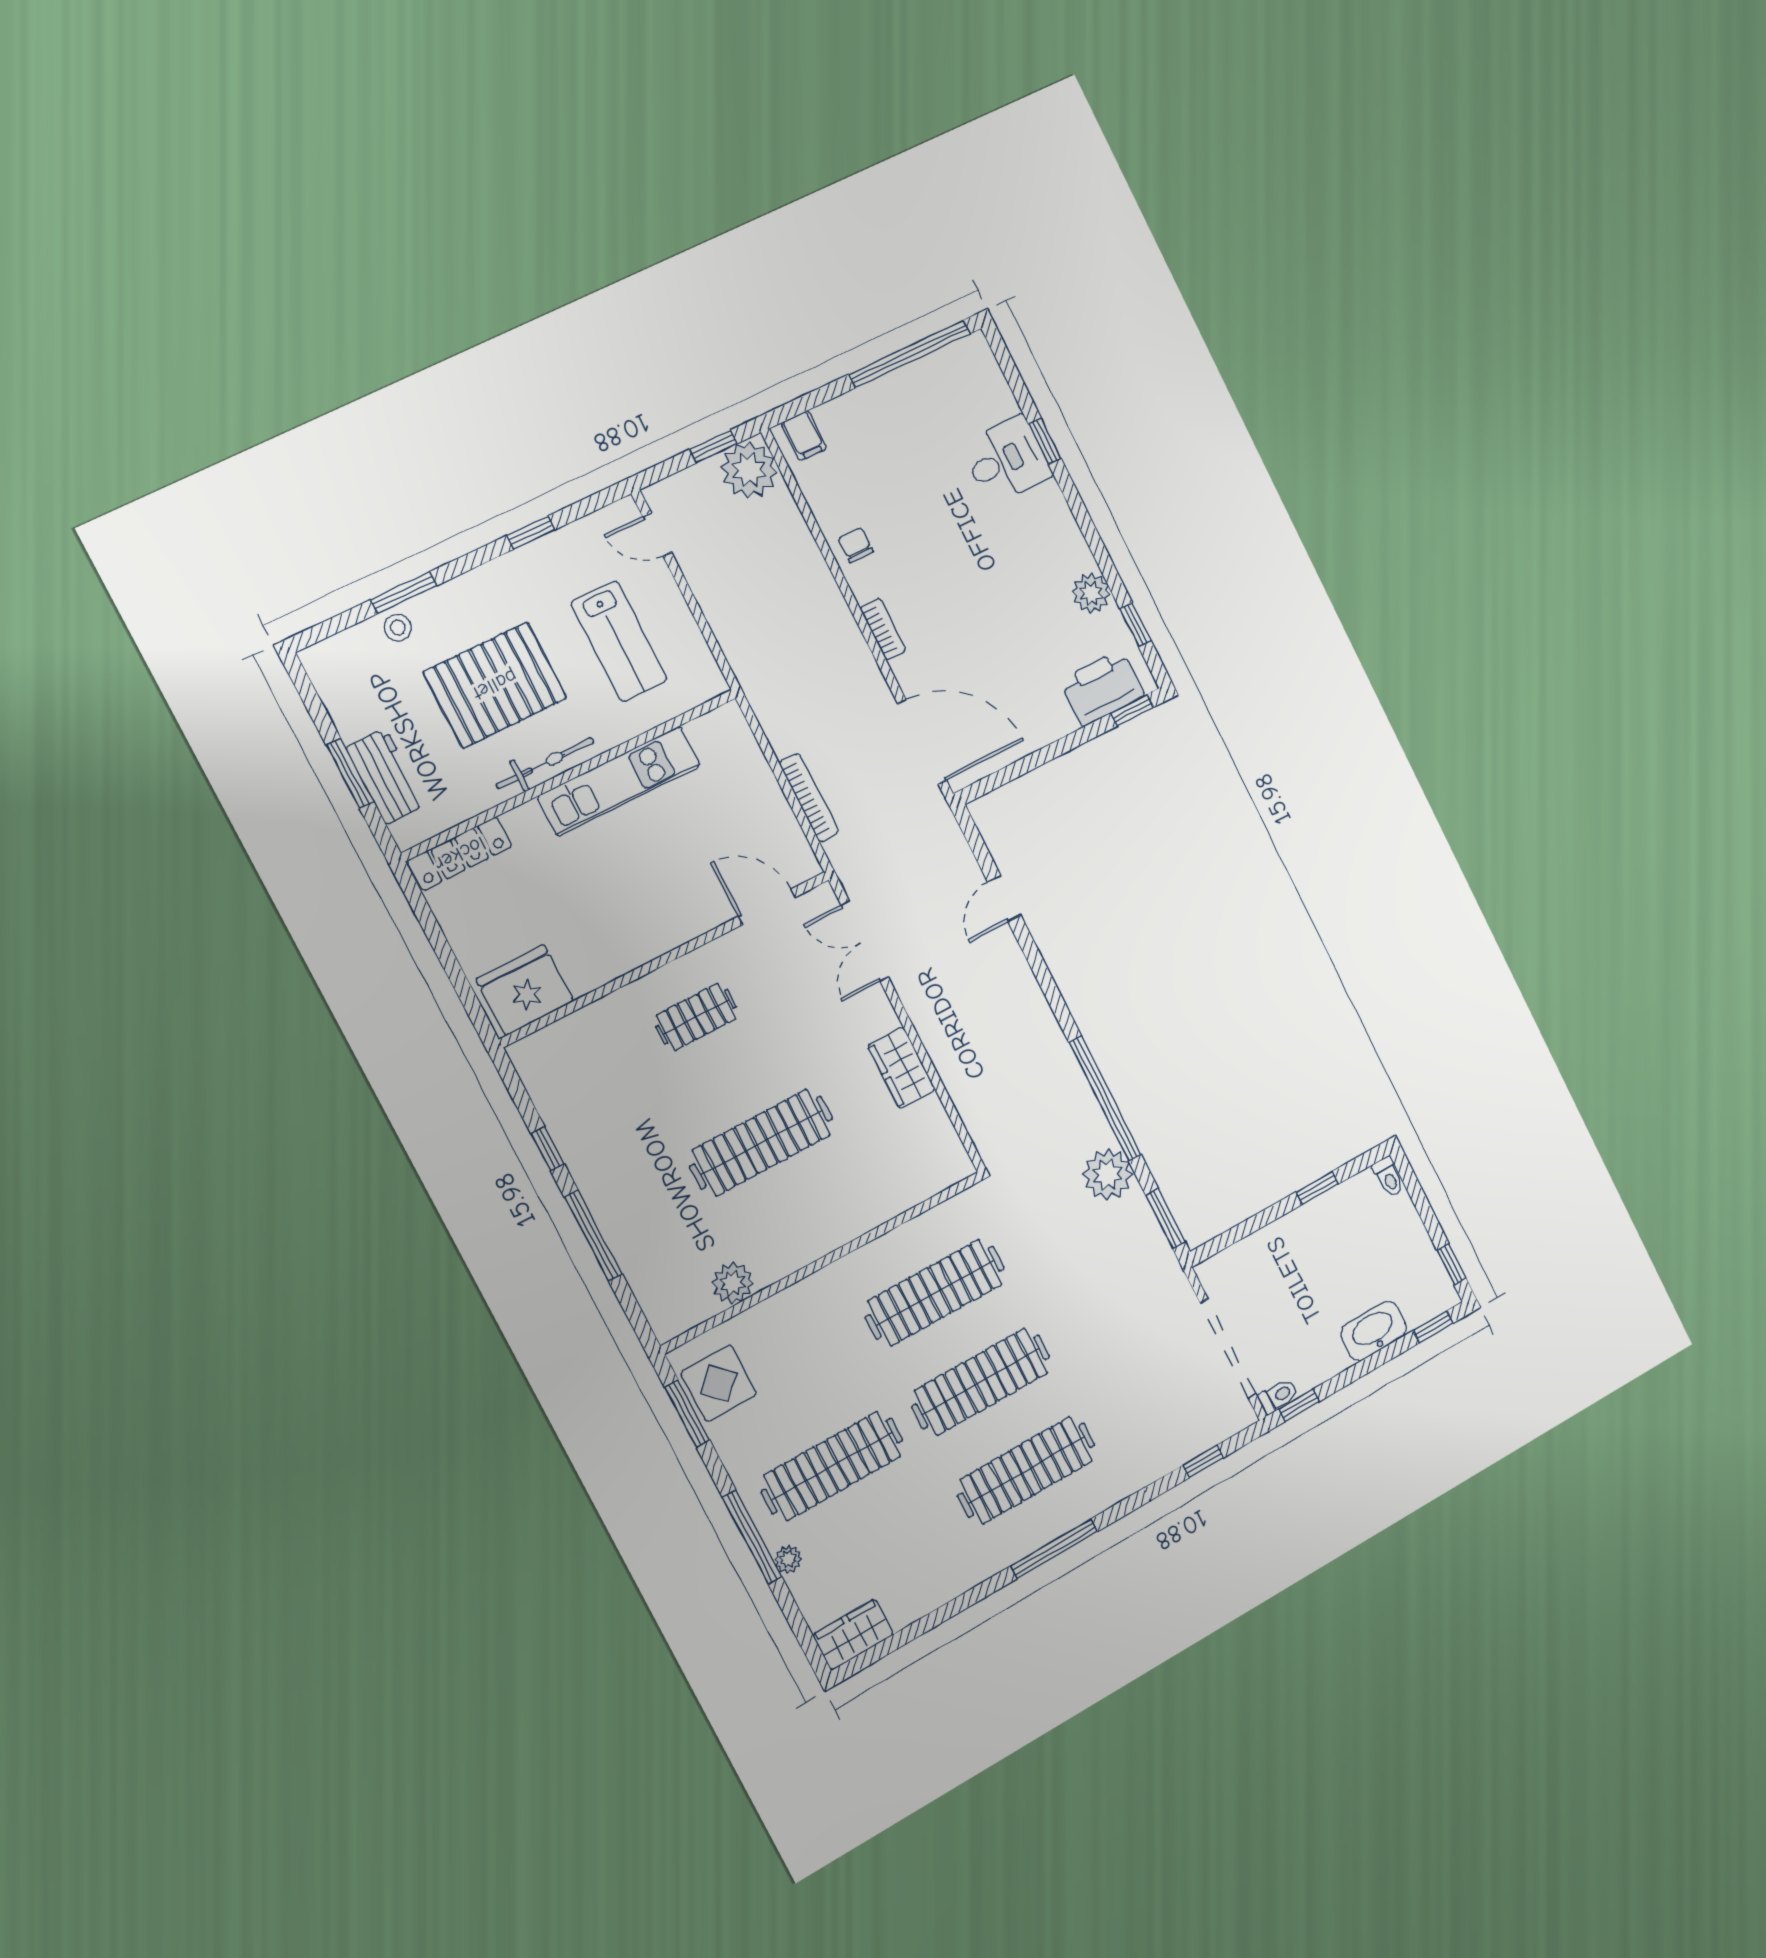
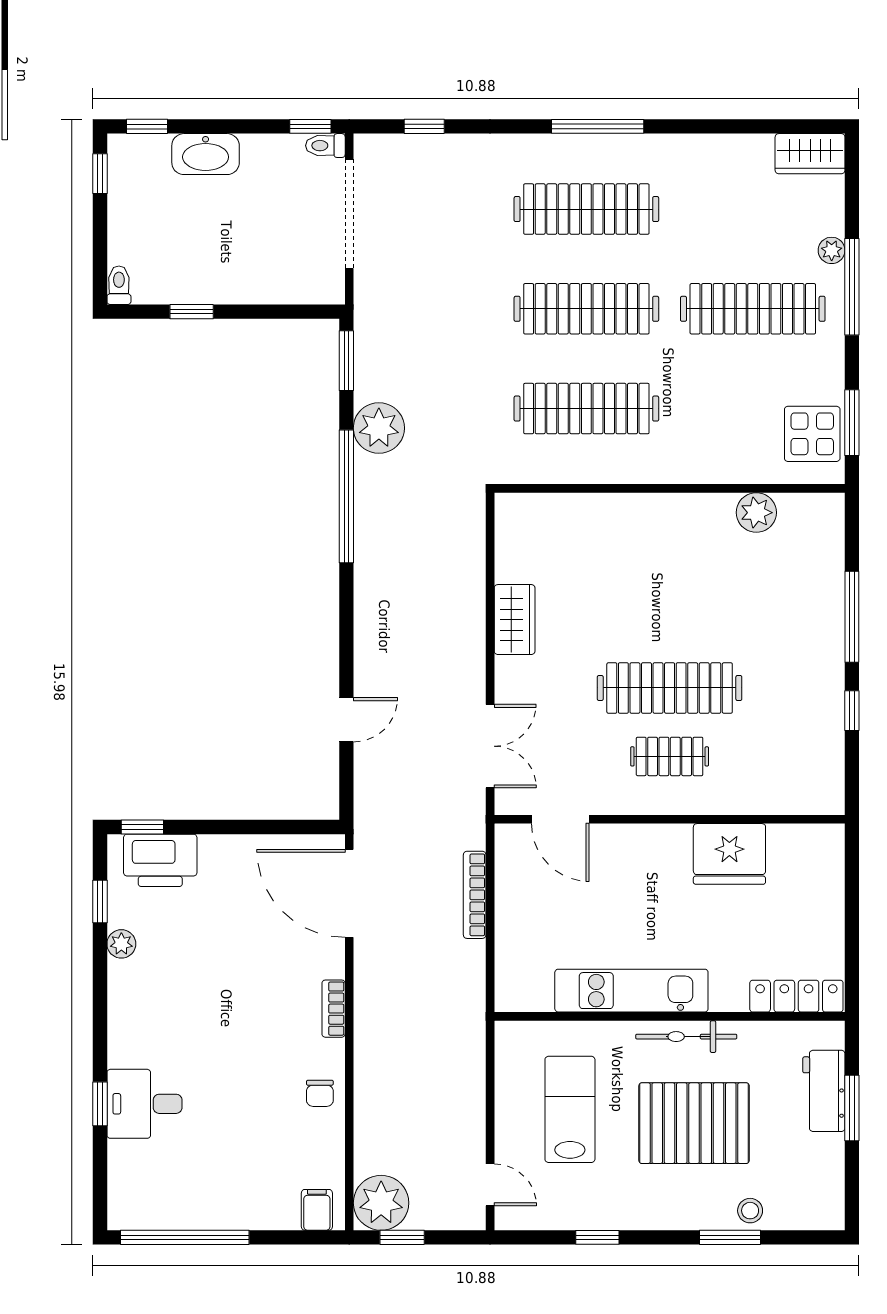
plant: (1091, 593) -> (121, 944), width x0.73, depth x0.73
fridge: (525, 990) -> (729, 854), moved
clothes rail: (761, 1142) -> (670, 688), moved

